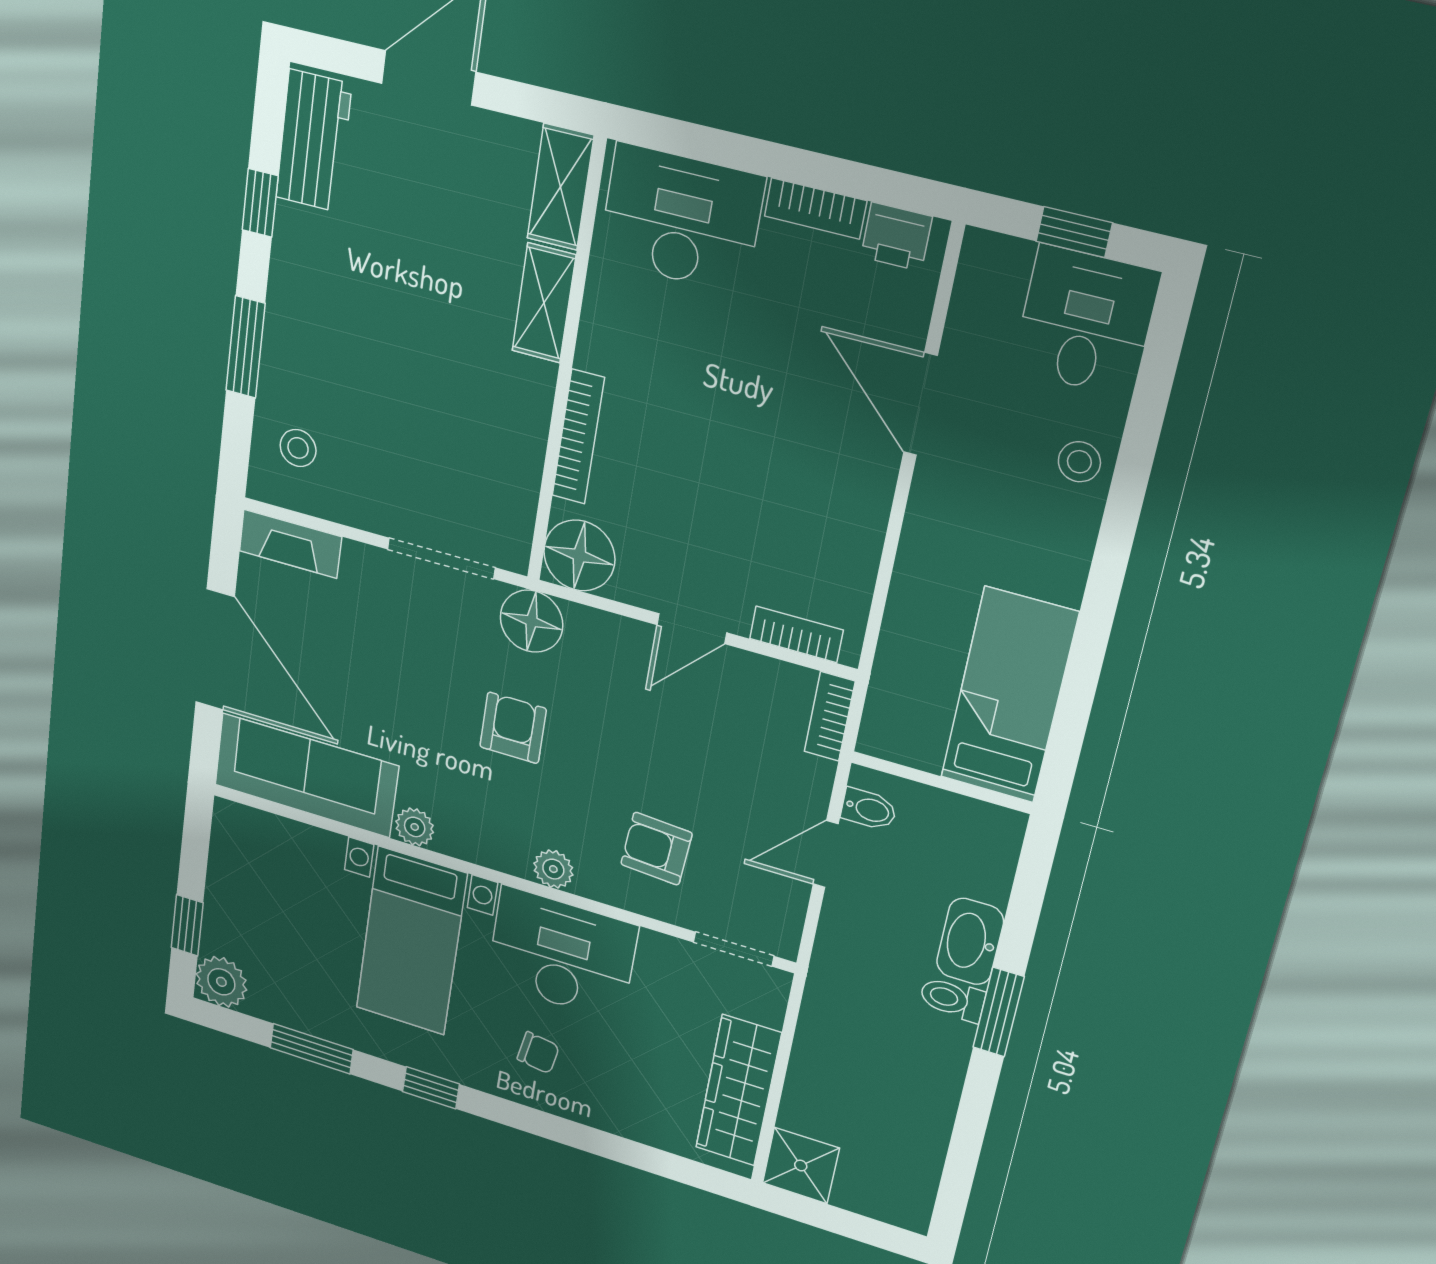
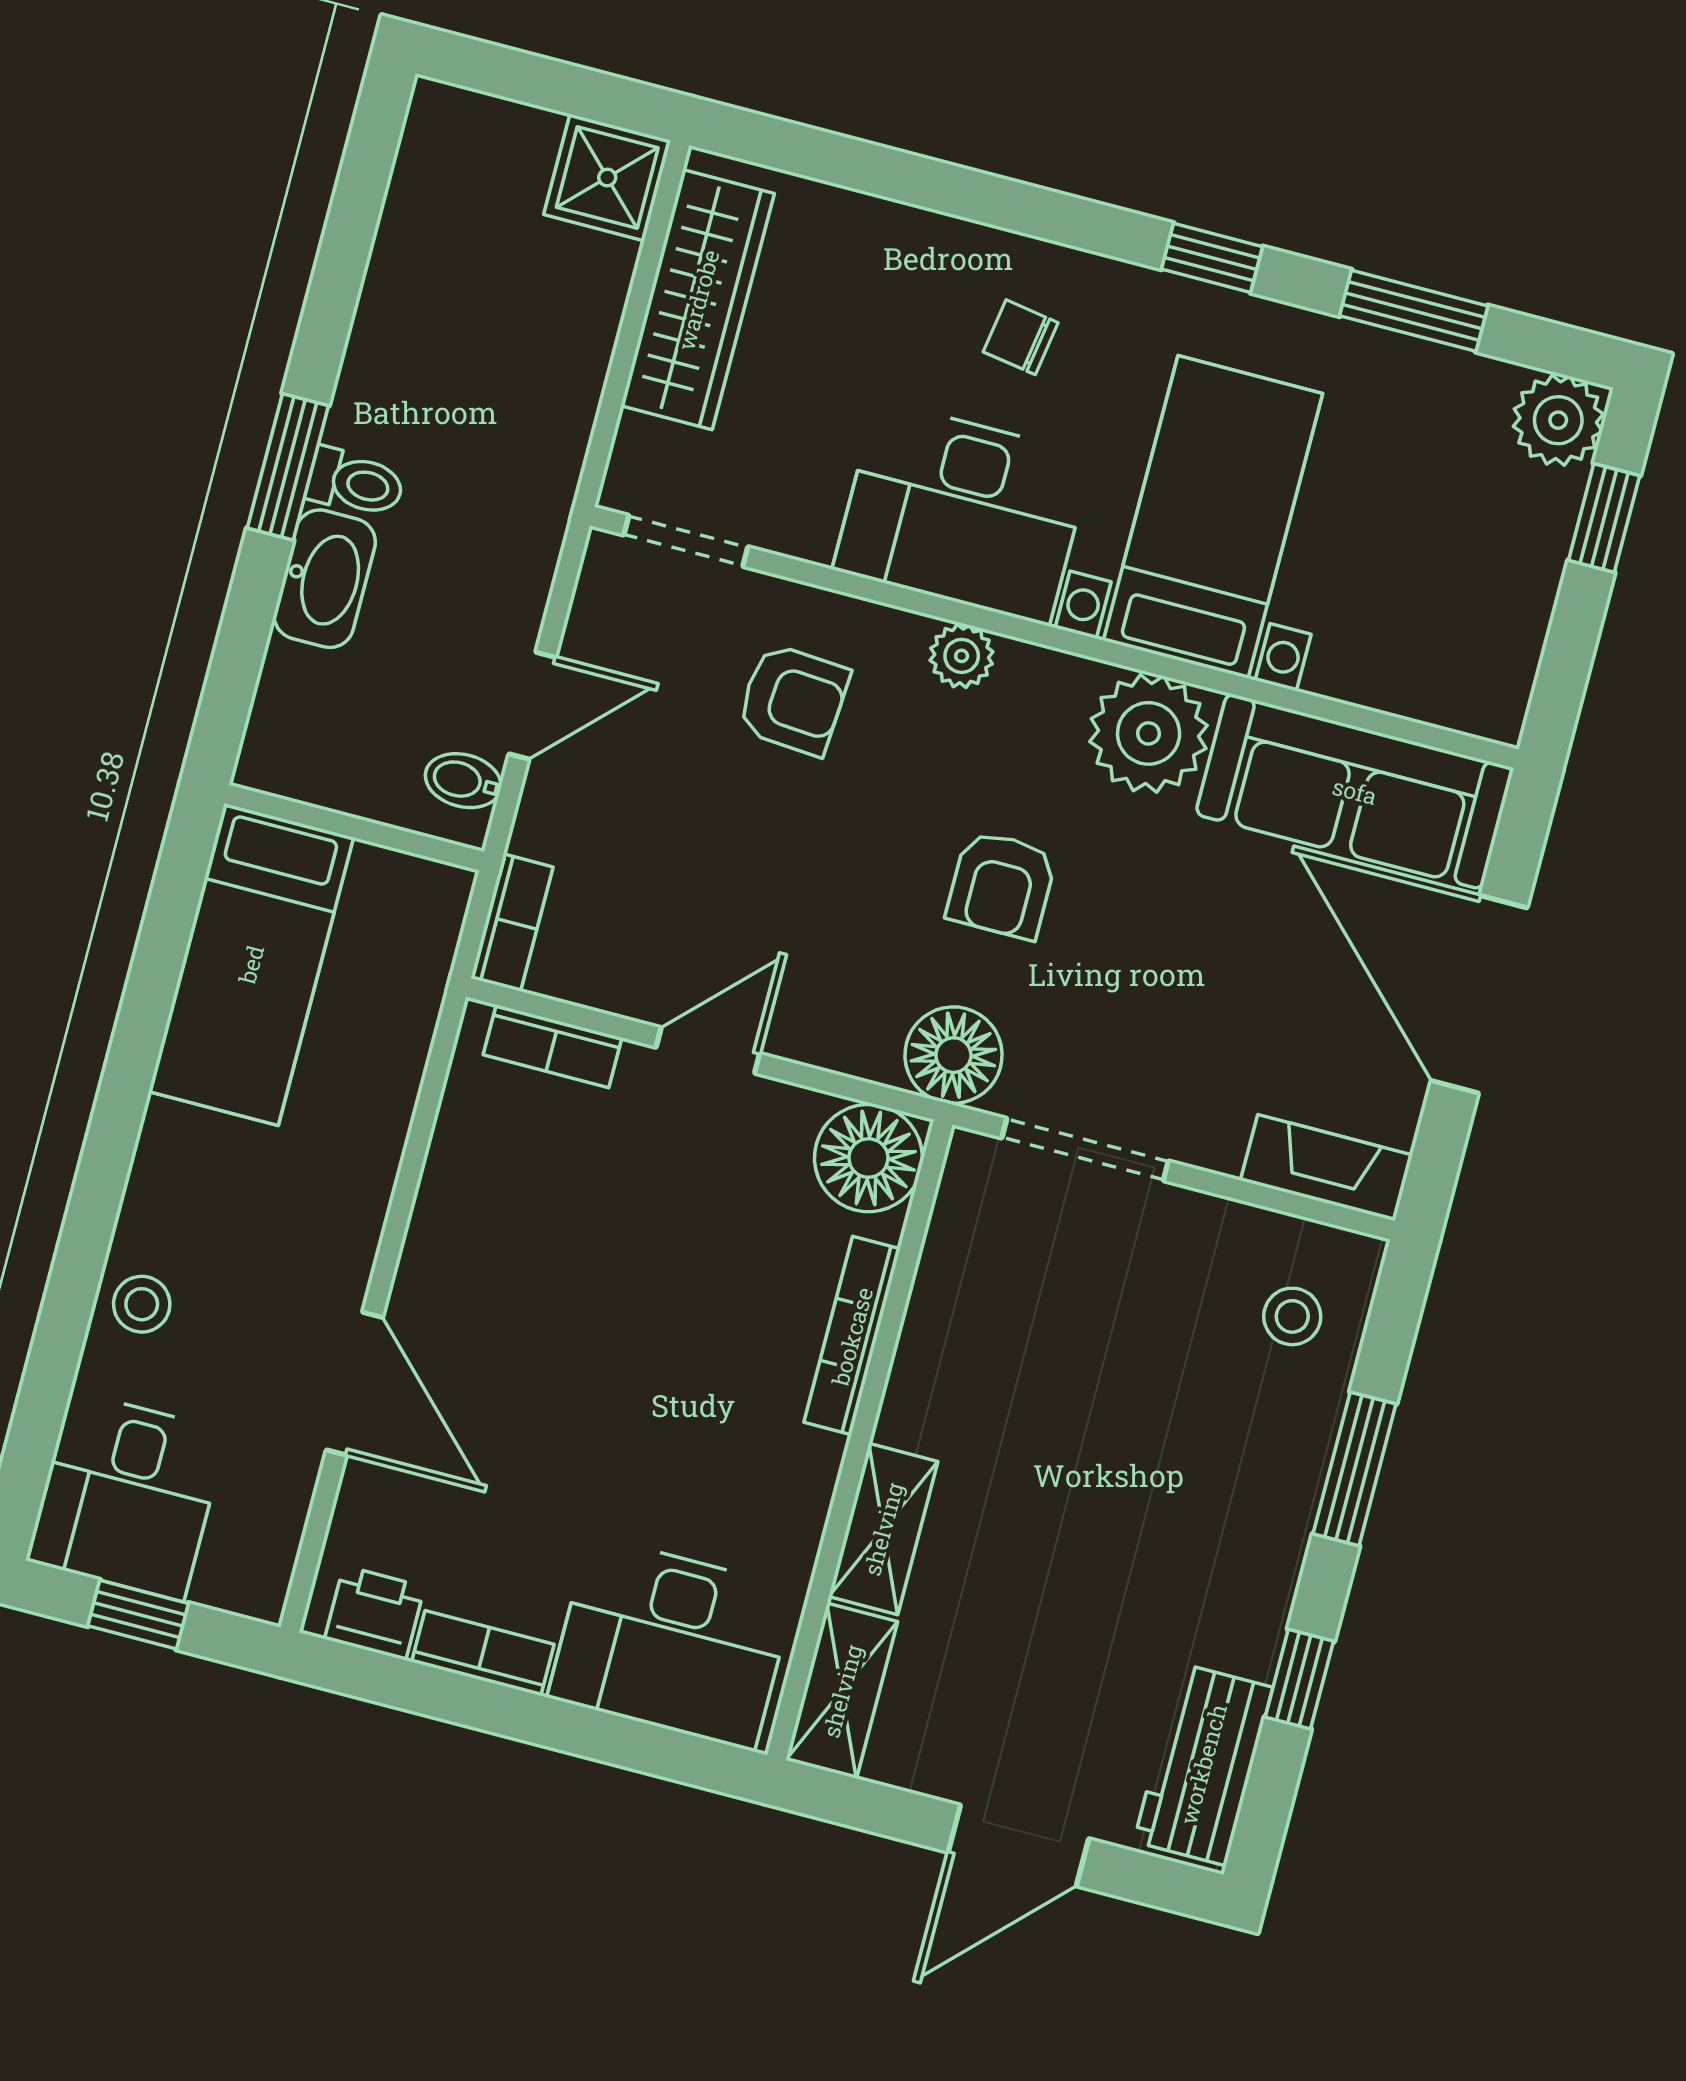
plant: (415, 827) -> (1149, 733), width x1.87, depth x1.87

